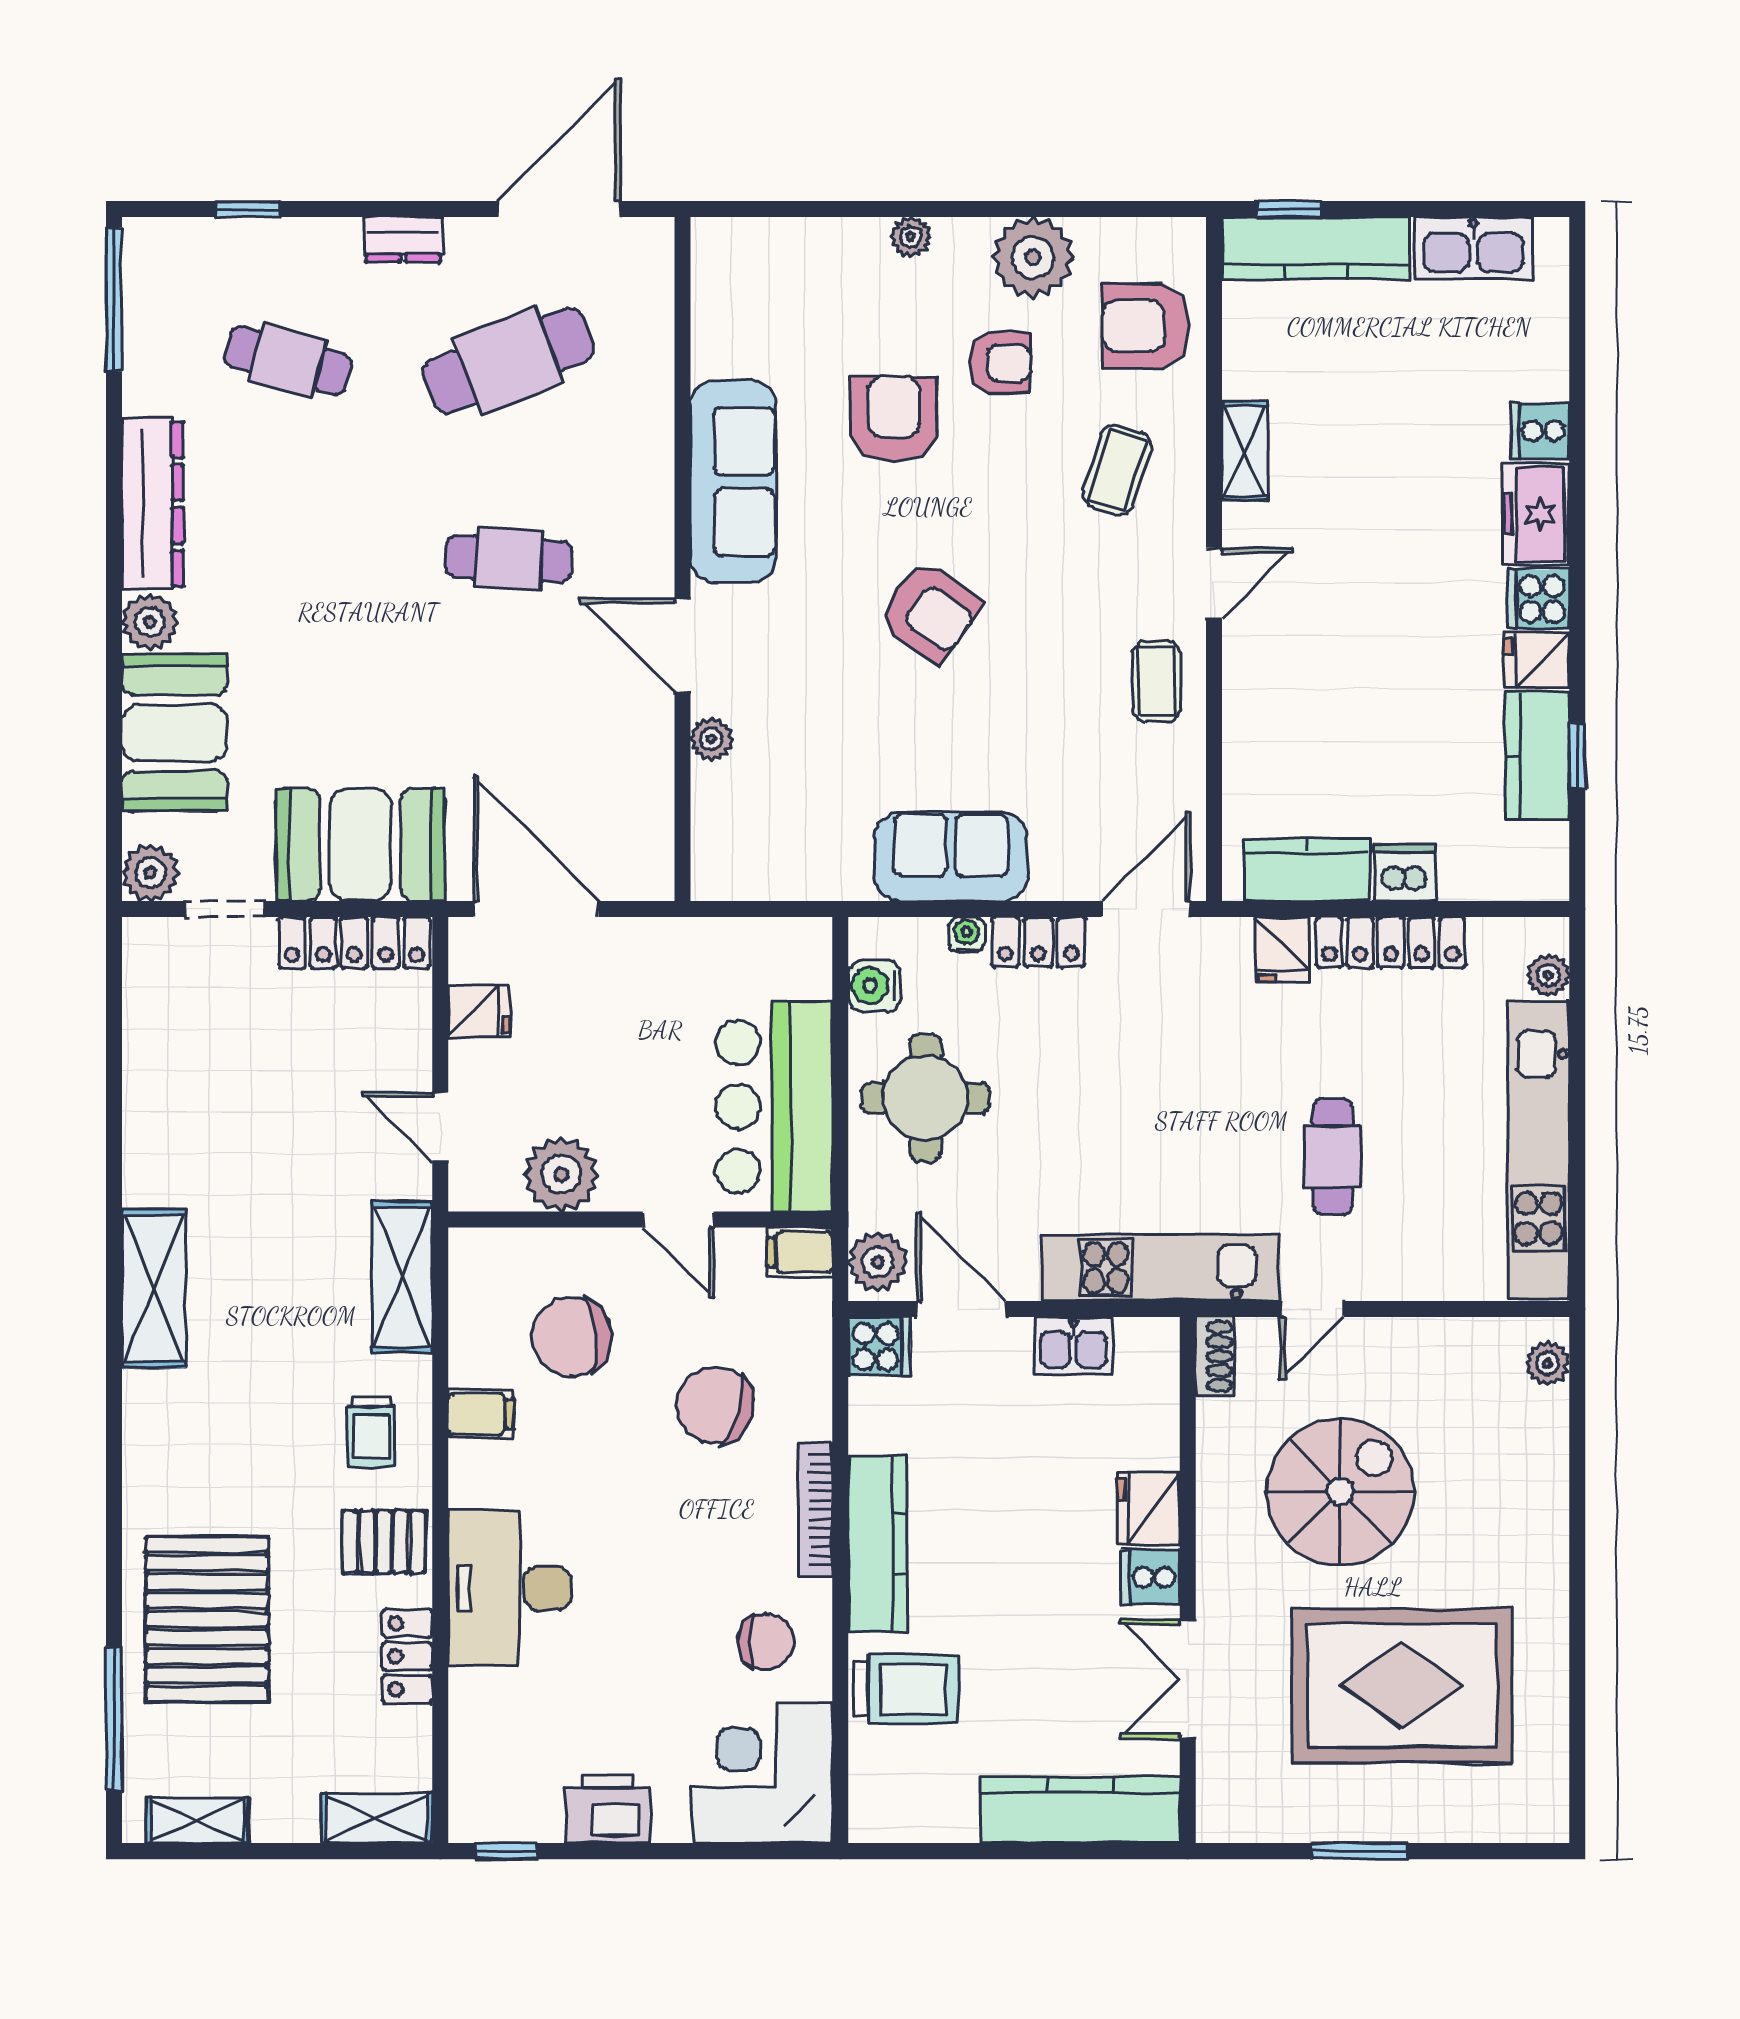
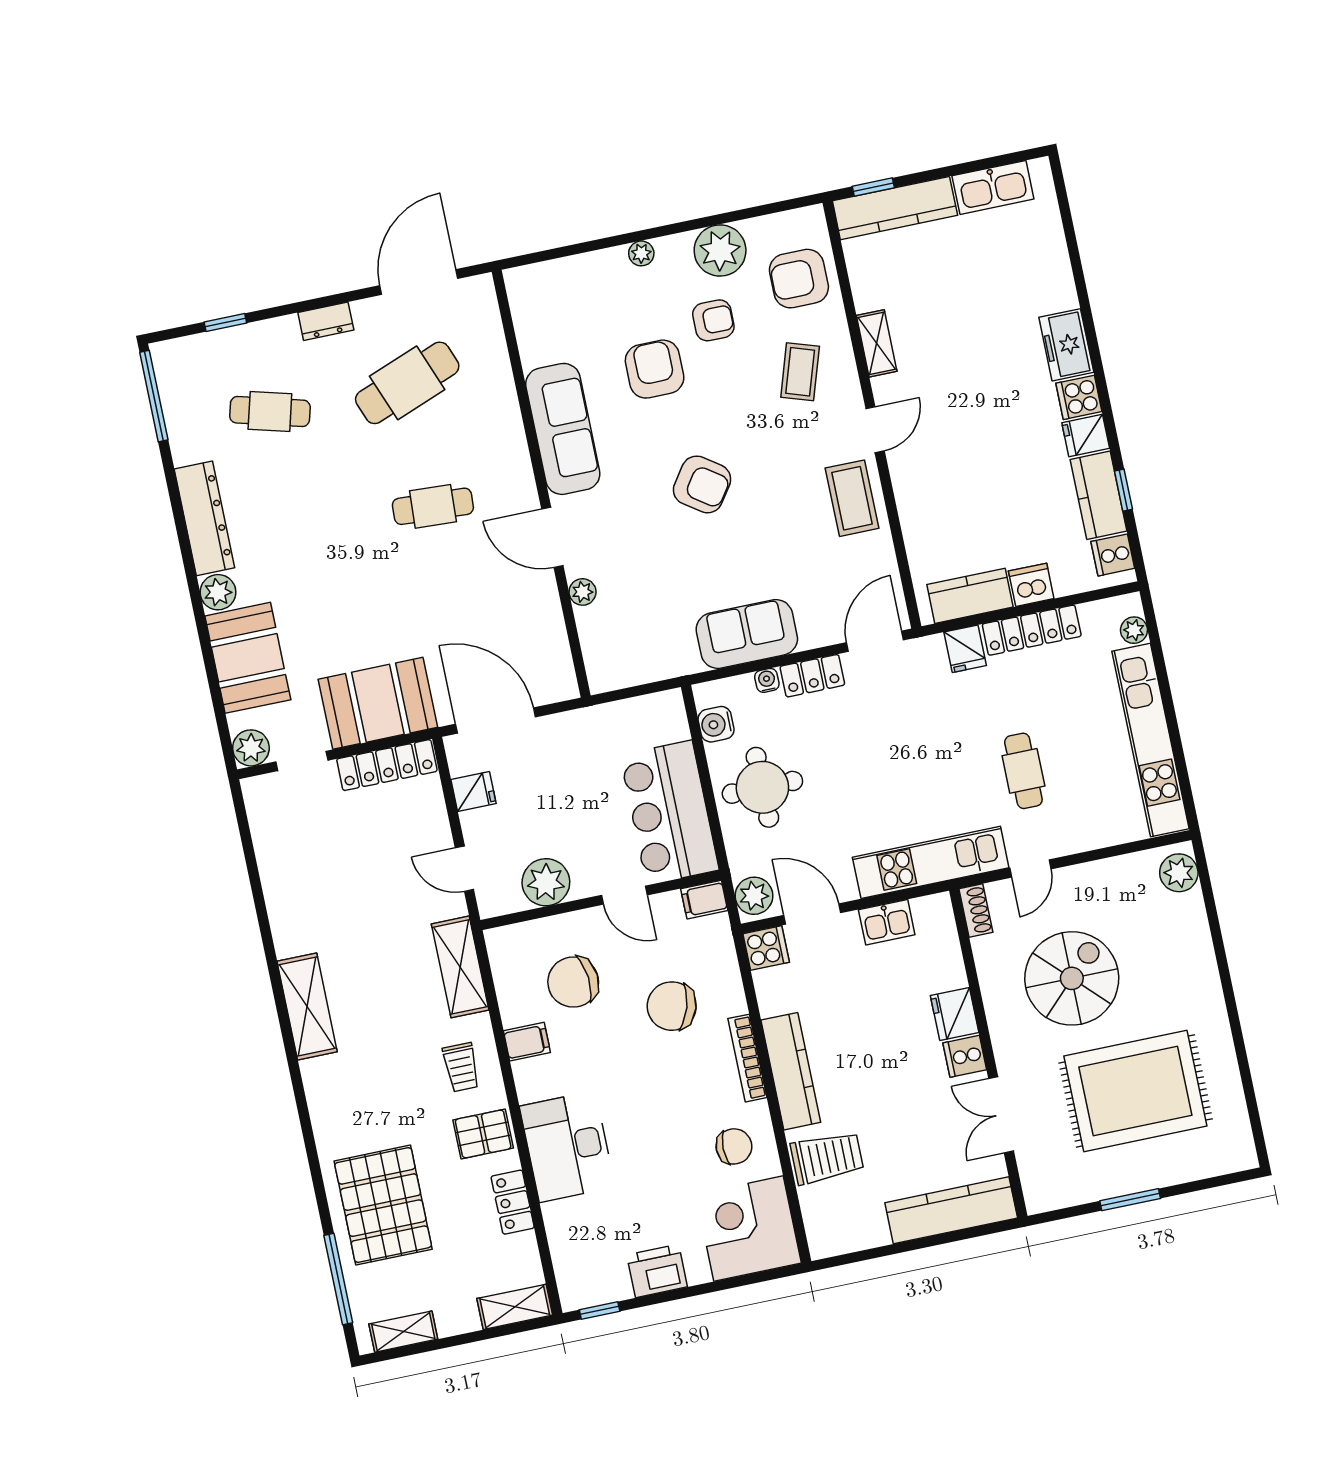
cooker: (1540, 431) -> (1113, 555), moved
coffee table: (1156, 681) -> (852, 498), width x1.36, depth x1.30
plant: (1547, 1363) -> (1179, 873), width x1.38, depth x1.38

